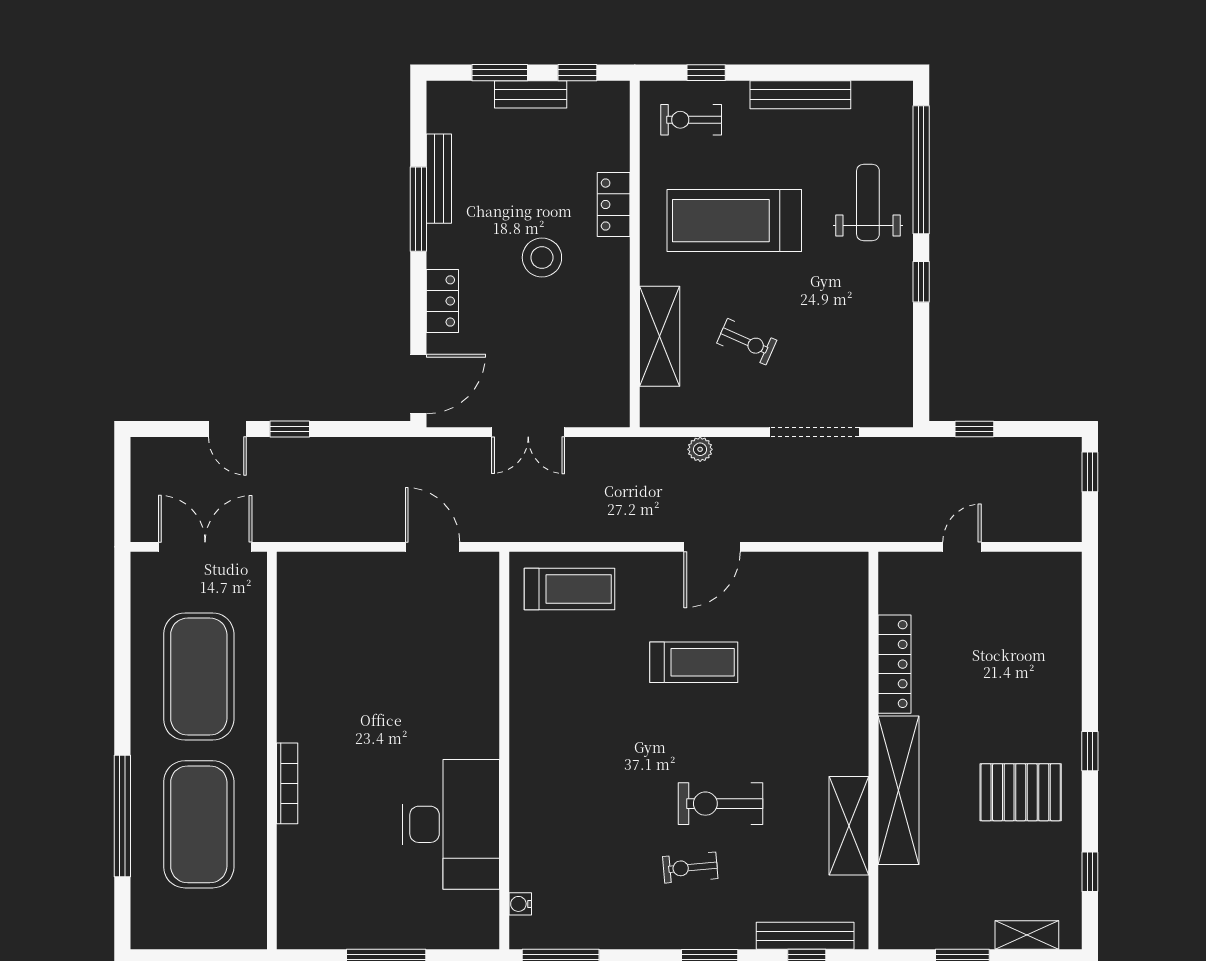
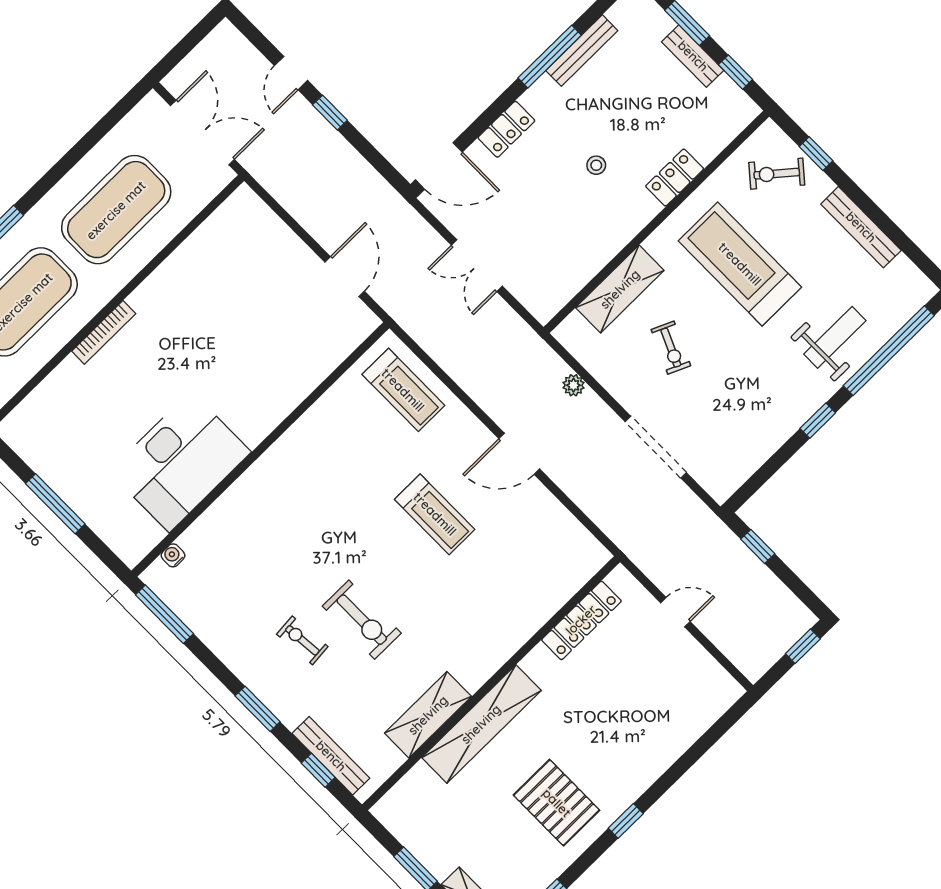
exercise bike: (691, 120) -> (777, 174), turned -50
stool: (542, 258) -> (596, 165), width x0.53, depth x0.53
locker: (894, 664) -> (581, 620), moved
exercise bike: (721, 804) -> (362, 620), turned 180

